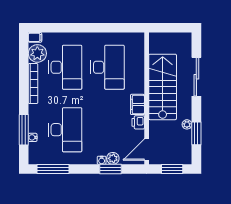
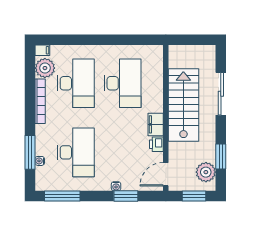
plant: (187, 124) -> (206, 172), moved, width x1.87, depth x1.87
plant: (113, 158) -> (128, 184), removed

